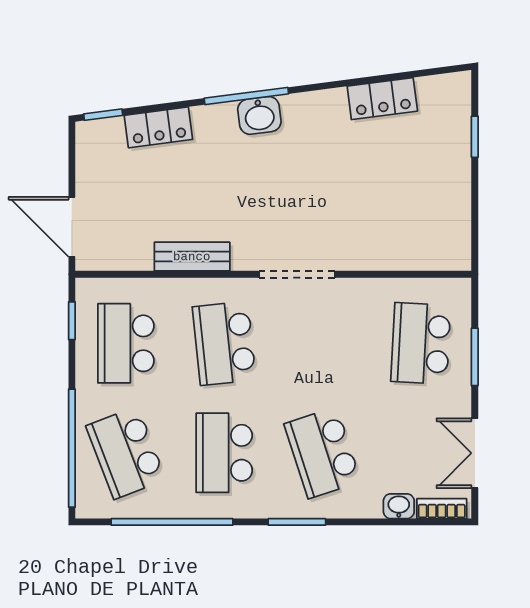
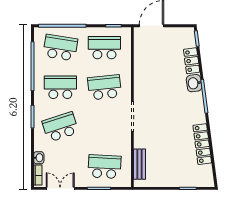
locker: (382, 99) -> (202, 144), width x1.53
washbasin: (259, 115) -> (194, 83), moved
bench: (192, 257) -> (140, 164), moved
school desk: (126, 453) -> (60, 48), turned 30

